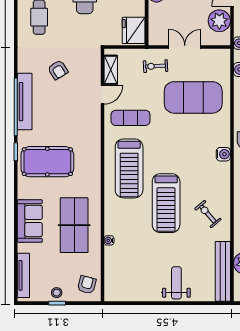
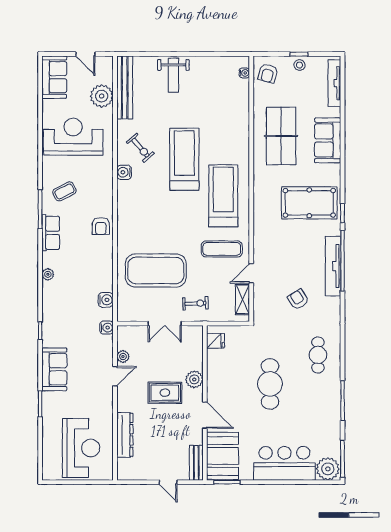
plant: (219, 21) -> (123, 356), width x0.53, depth x0.53
fridge: (134, 30) -> (215, 341), width x0.53, depth x0.75
water cooler: (223, 154) -> (124, 172), moved
water cooler: (109, 240) -> (244, 73), moved

